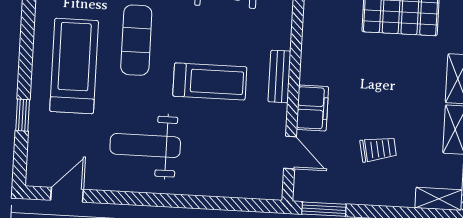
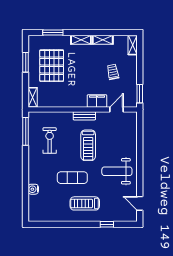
treadmill: (74, 66) -> (85, 203), width x0.73, depth x0.73
treadmill: (210, 81) -> (88, 145), turned 180
weight bench: (145, 145) -> (117, 171), turned 90

